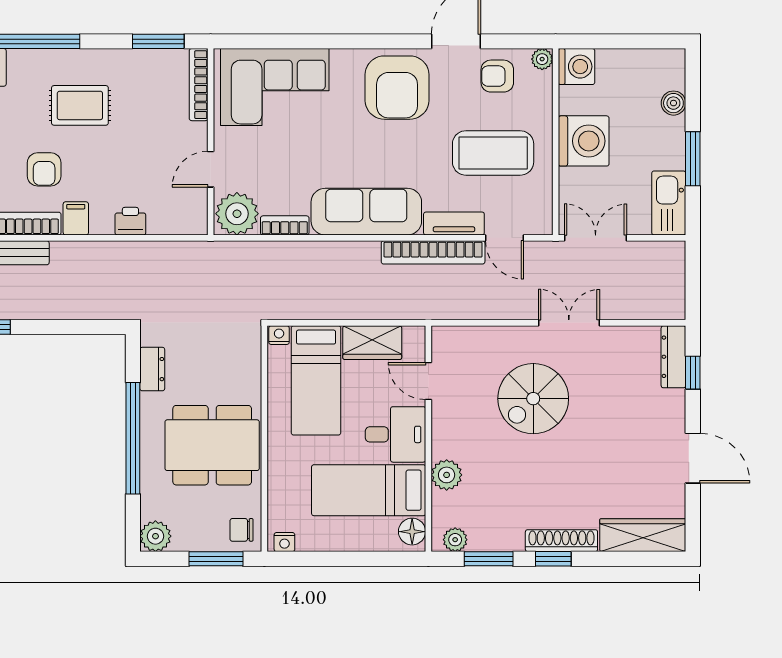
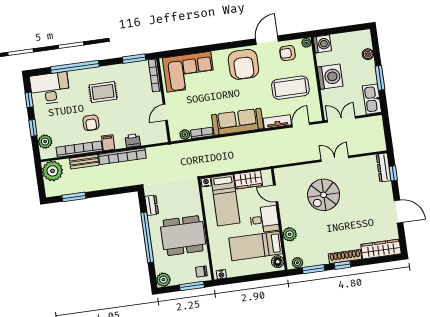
plant: (237, 214) -> (185, 134), width x0.53, depth x0.53
door: (505, 238) -> (301, 125), swing flipped
bookcase: (433, 252) -> (122, 156), moved

